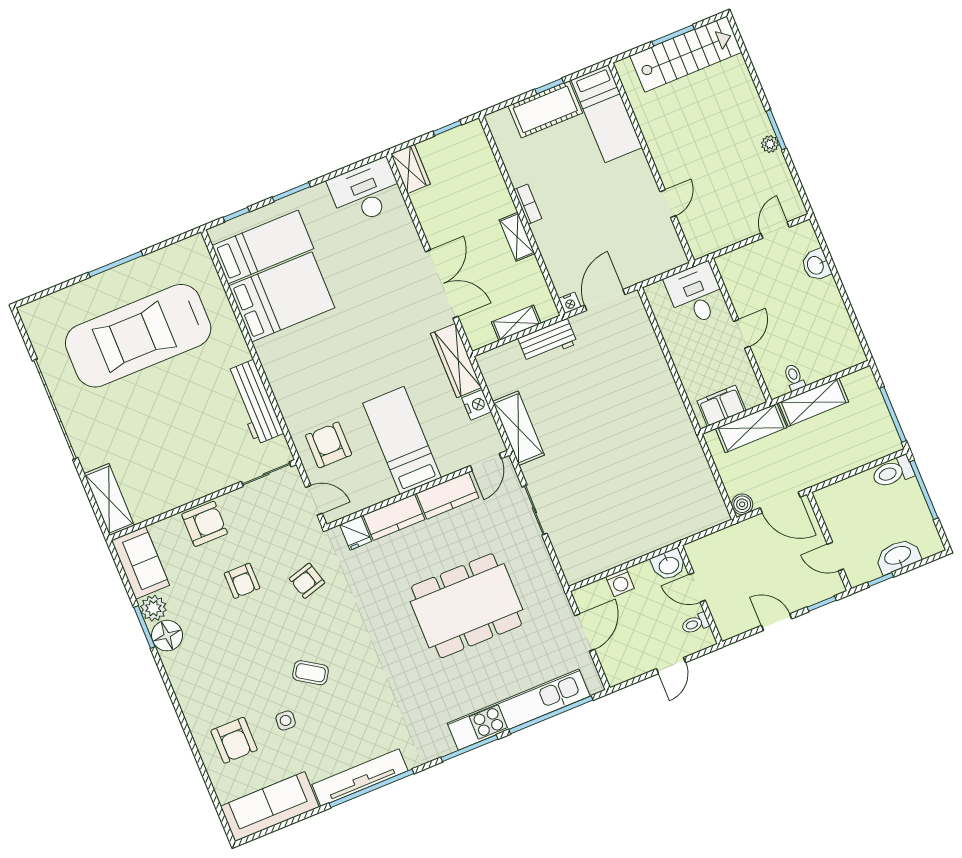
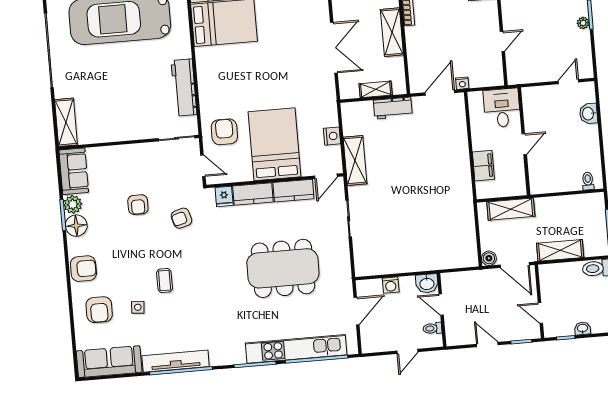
shelving: (517, 237) -> (392, 32), width x1.50, depth x1.33
nightstand: (570, 303) -> (462, 83), moved
wardrobe: (456, 361) -> (327, 102), removed
toilet: (794, 377) -> (588, 181), moved
shelving: (814, 402) -> (560, 250), moved
filing cabinet: (721, 406) -> (483, 166), moved, turned 90
bed: (402, 440) -> (275, 144), width x1.50
armchair: (205, 524) -> (83, 269), moved
washbasin: (898, 556) -> (583, 328), width x0.52, depth x0.69
coffee table: (311, 673) -> (165, 281), turned 57

